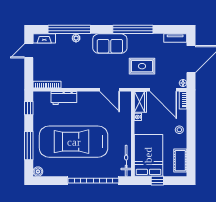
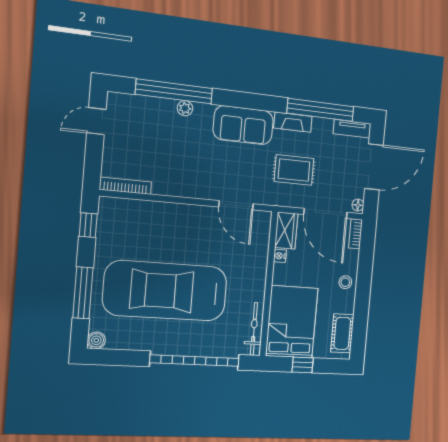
window: (133, 29) -> (320, 110), moved
fireplace: (44, 38) -> (293, 122), moved
workbench: (64, 98) -> (154, 213), removed

